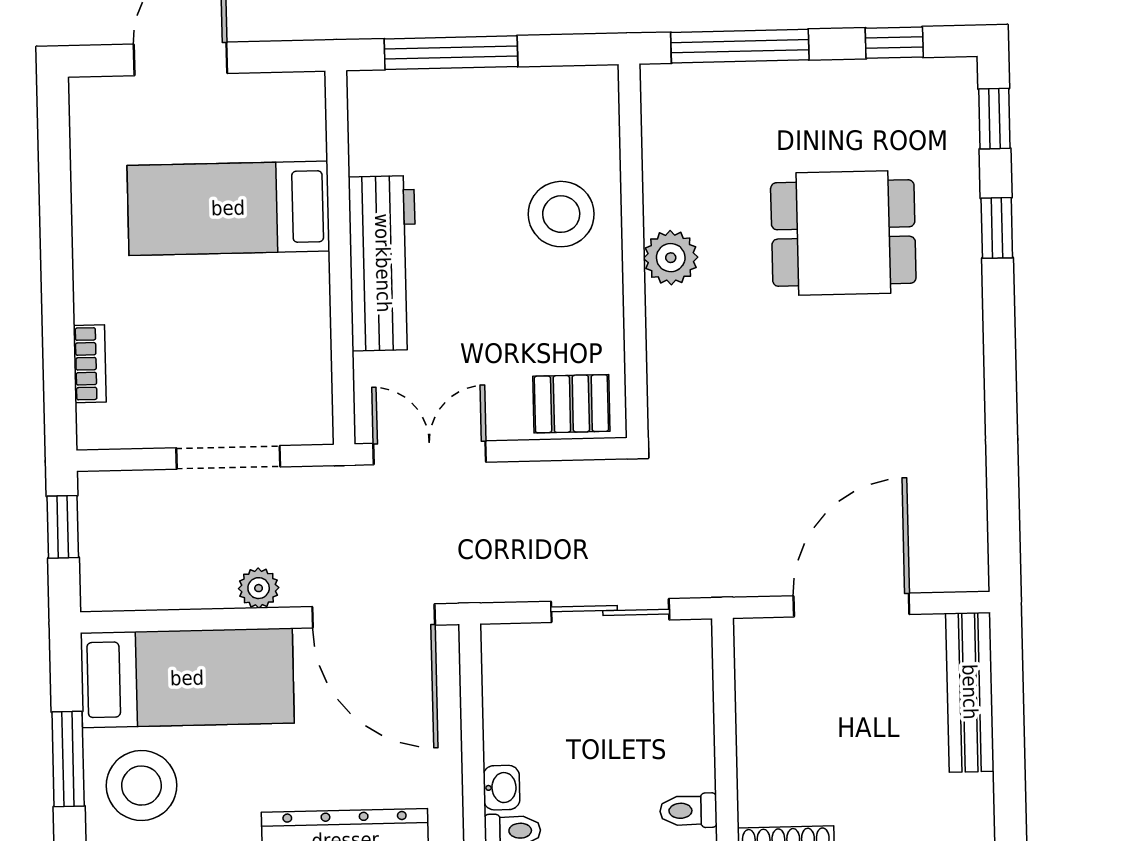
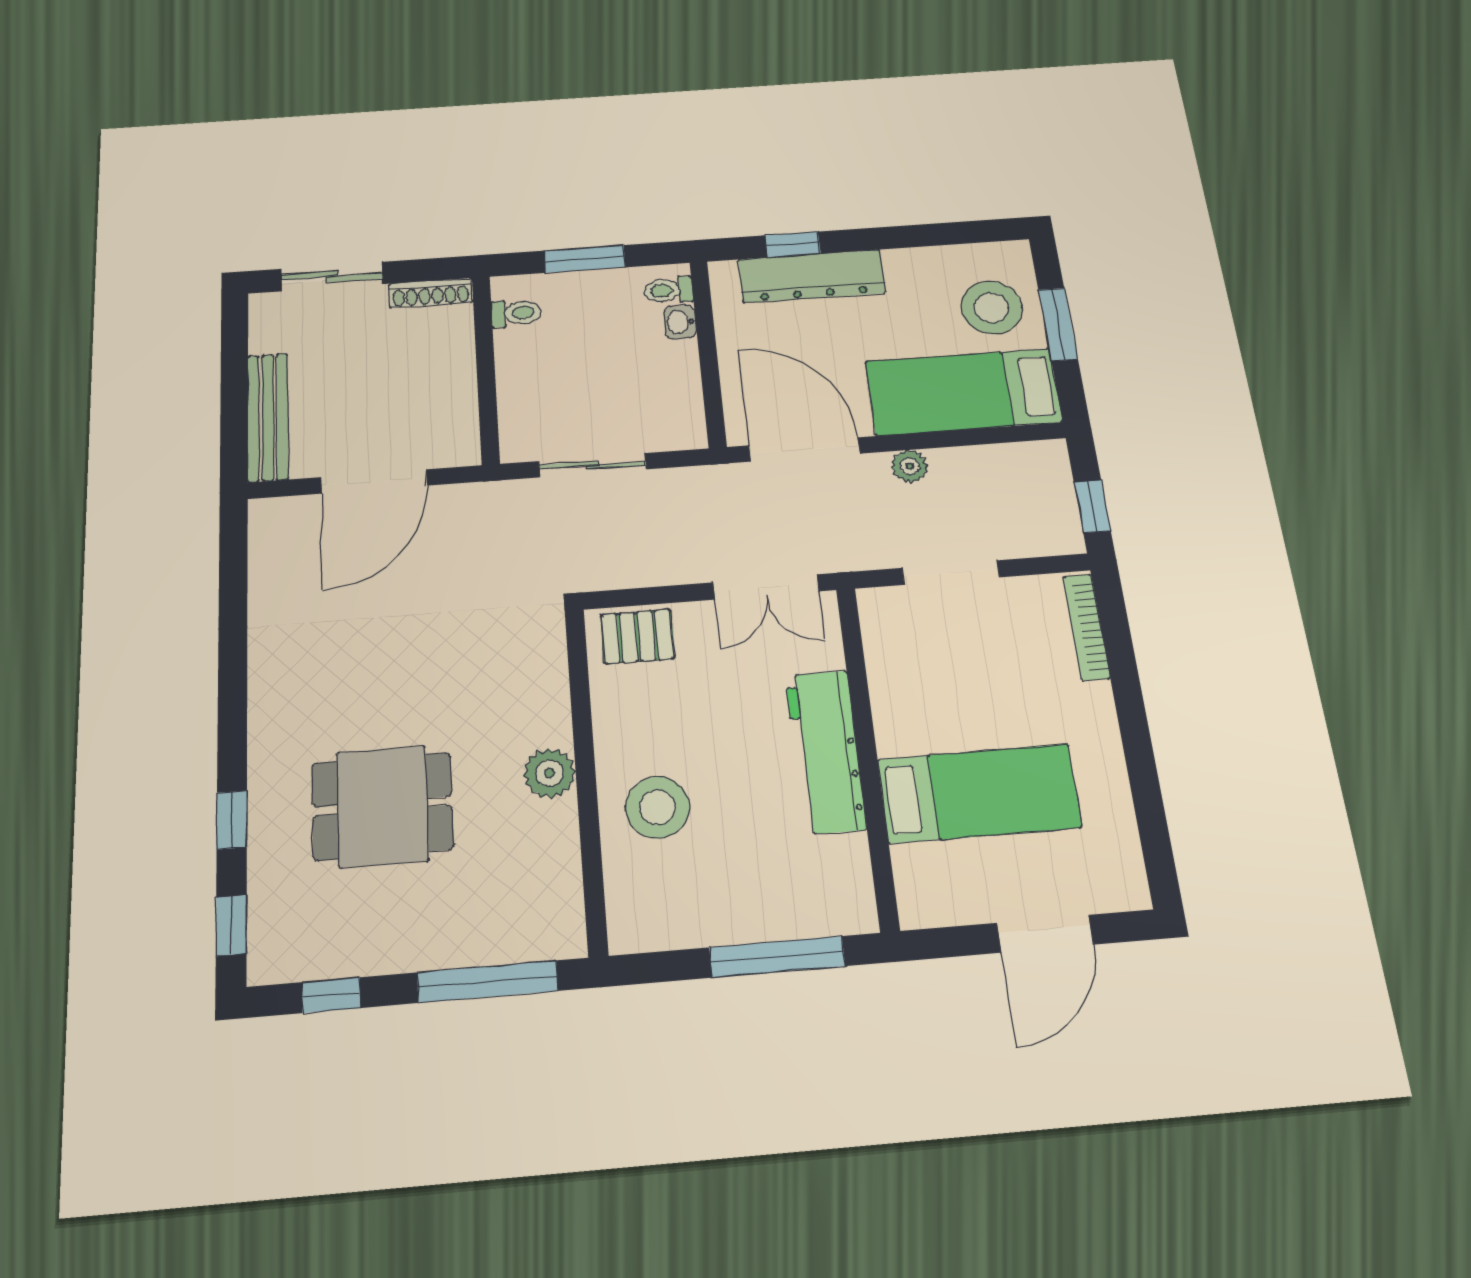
bookcase: (90, 364) -> (1086, 627), width x1.56

